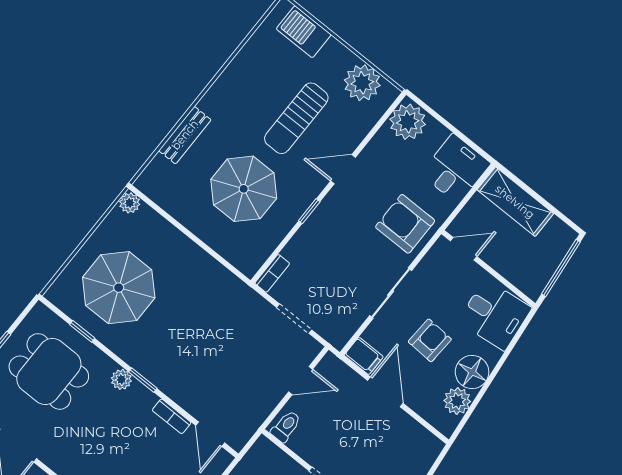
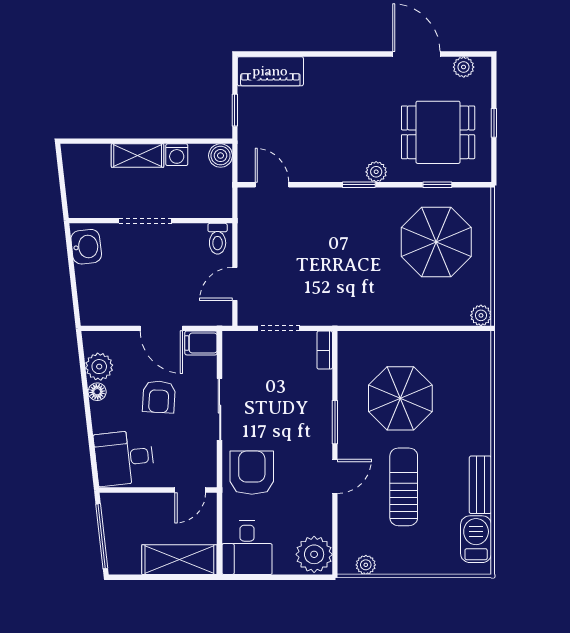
barbecue: (304, 32) -> (476, 539), moved, turned -90
plant: (362, 83) -> (366, 565), width x0.53, depth x0.53
bench: (185, 135) -> (480, 485), moved
window: (309, 211) -> (335, 422), width x1.50
armchair: (405, 224) -> (252, 473), turned -90
floor lamp: (472, 372) -> (97, 392), width x0.53, depth x0.53
bookcase: (172, 416) -> (313, 174), removed

